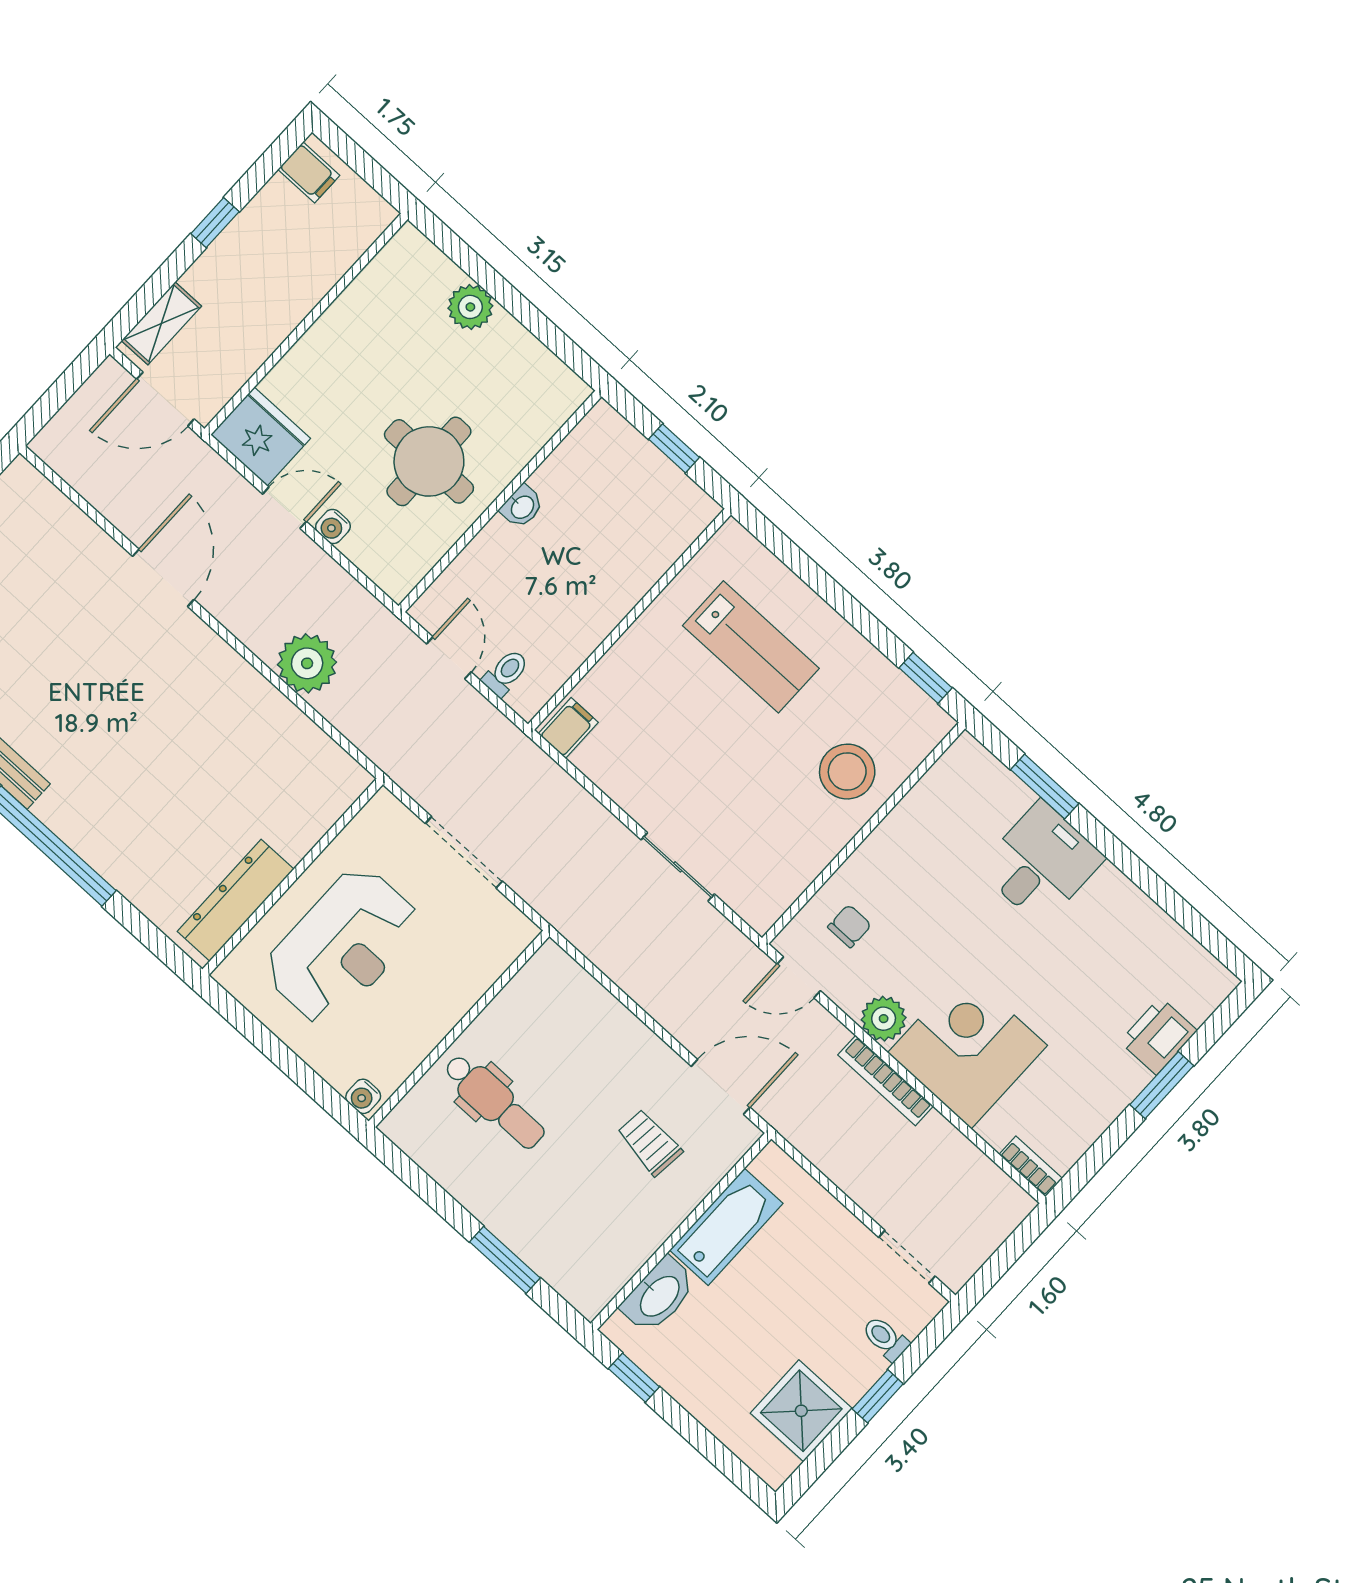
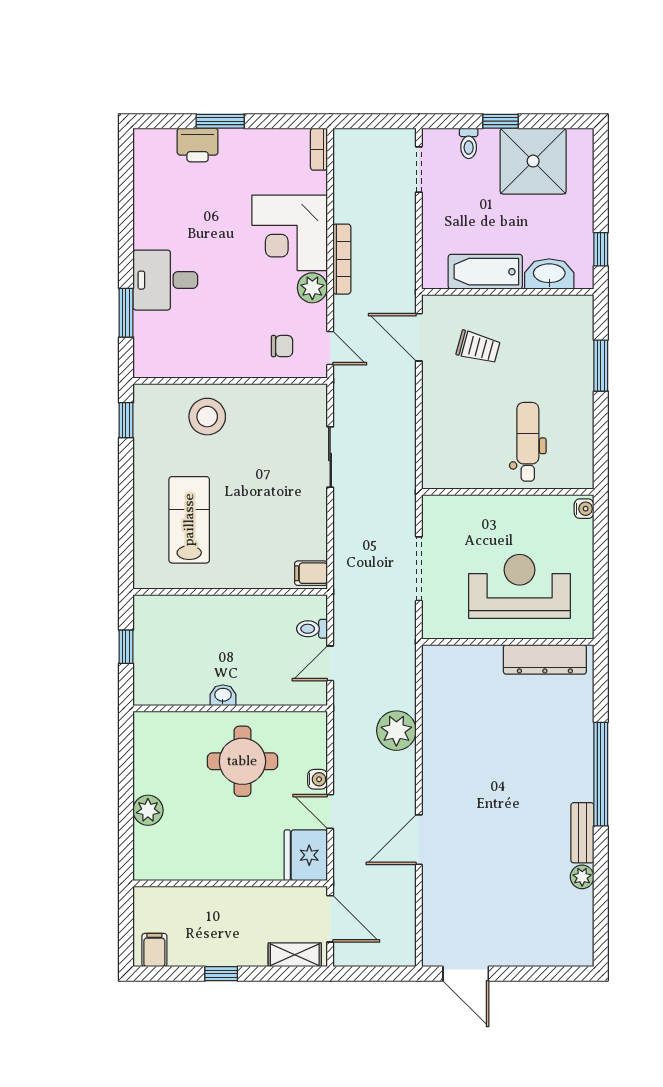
chair: (849, 926) -> (282, 346), turned 180
trolley: (650, 1143) -> (478, 347), turned -81
shower: (801, 1411) -> (533, 161), width x1.37, depth x1.37

